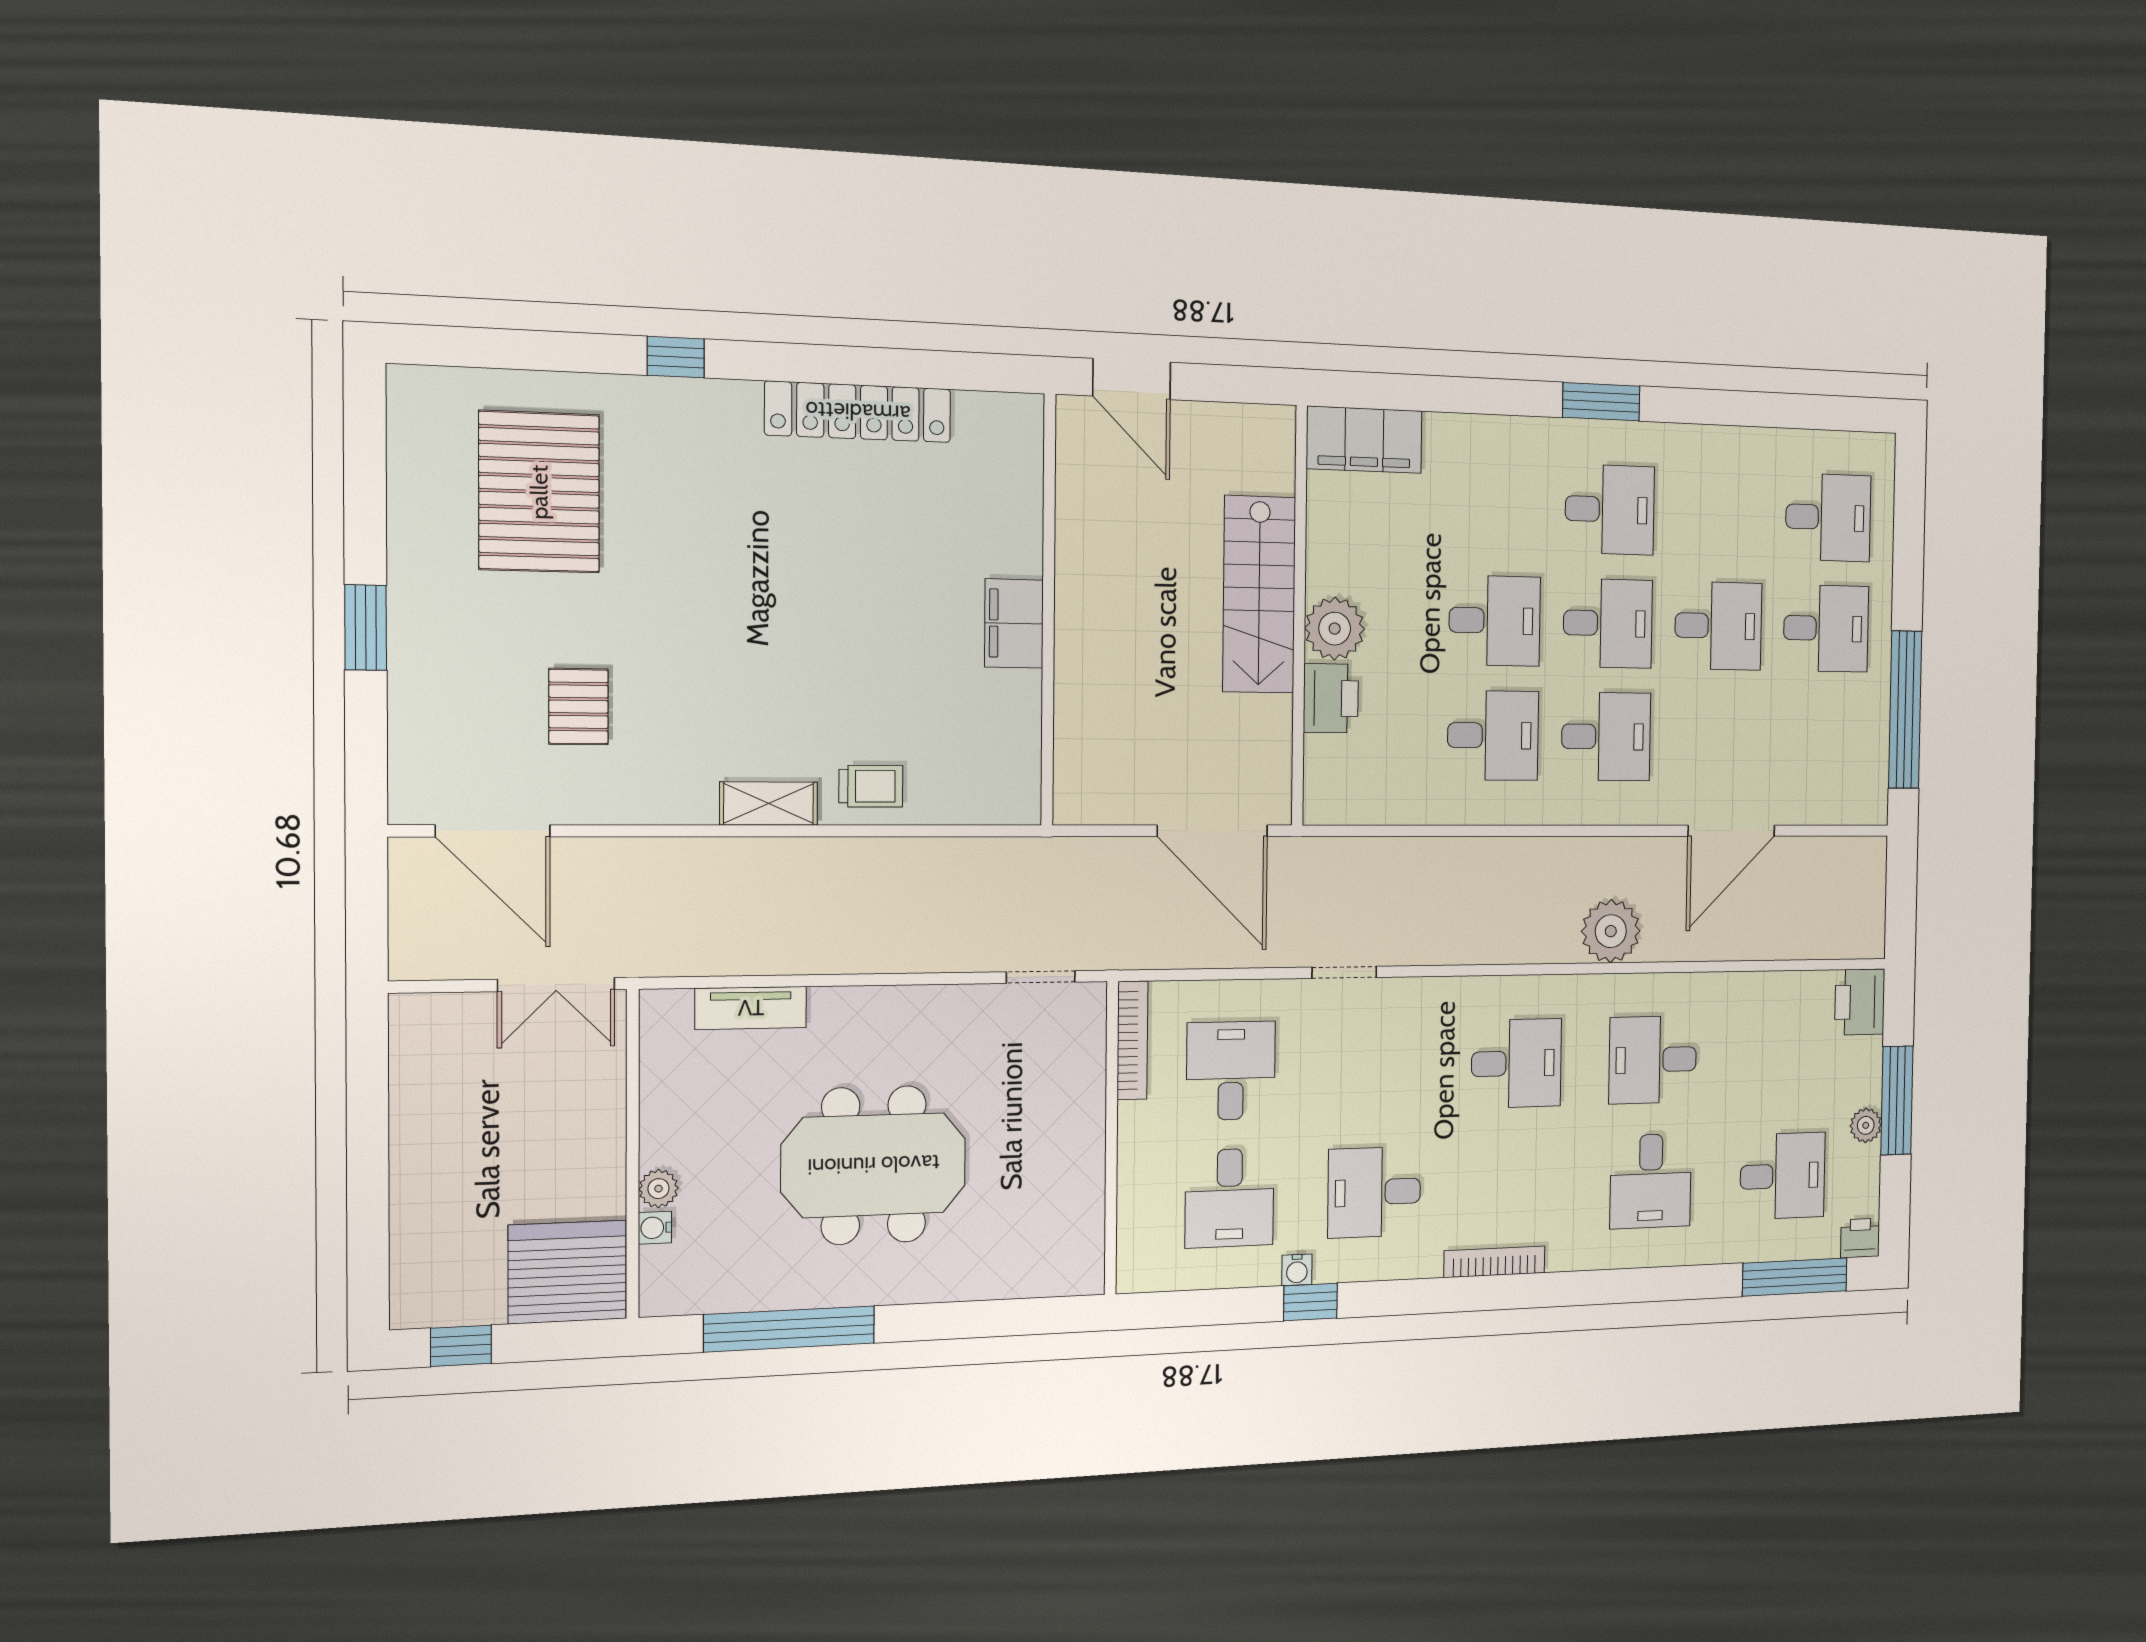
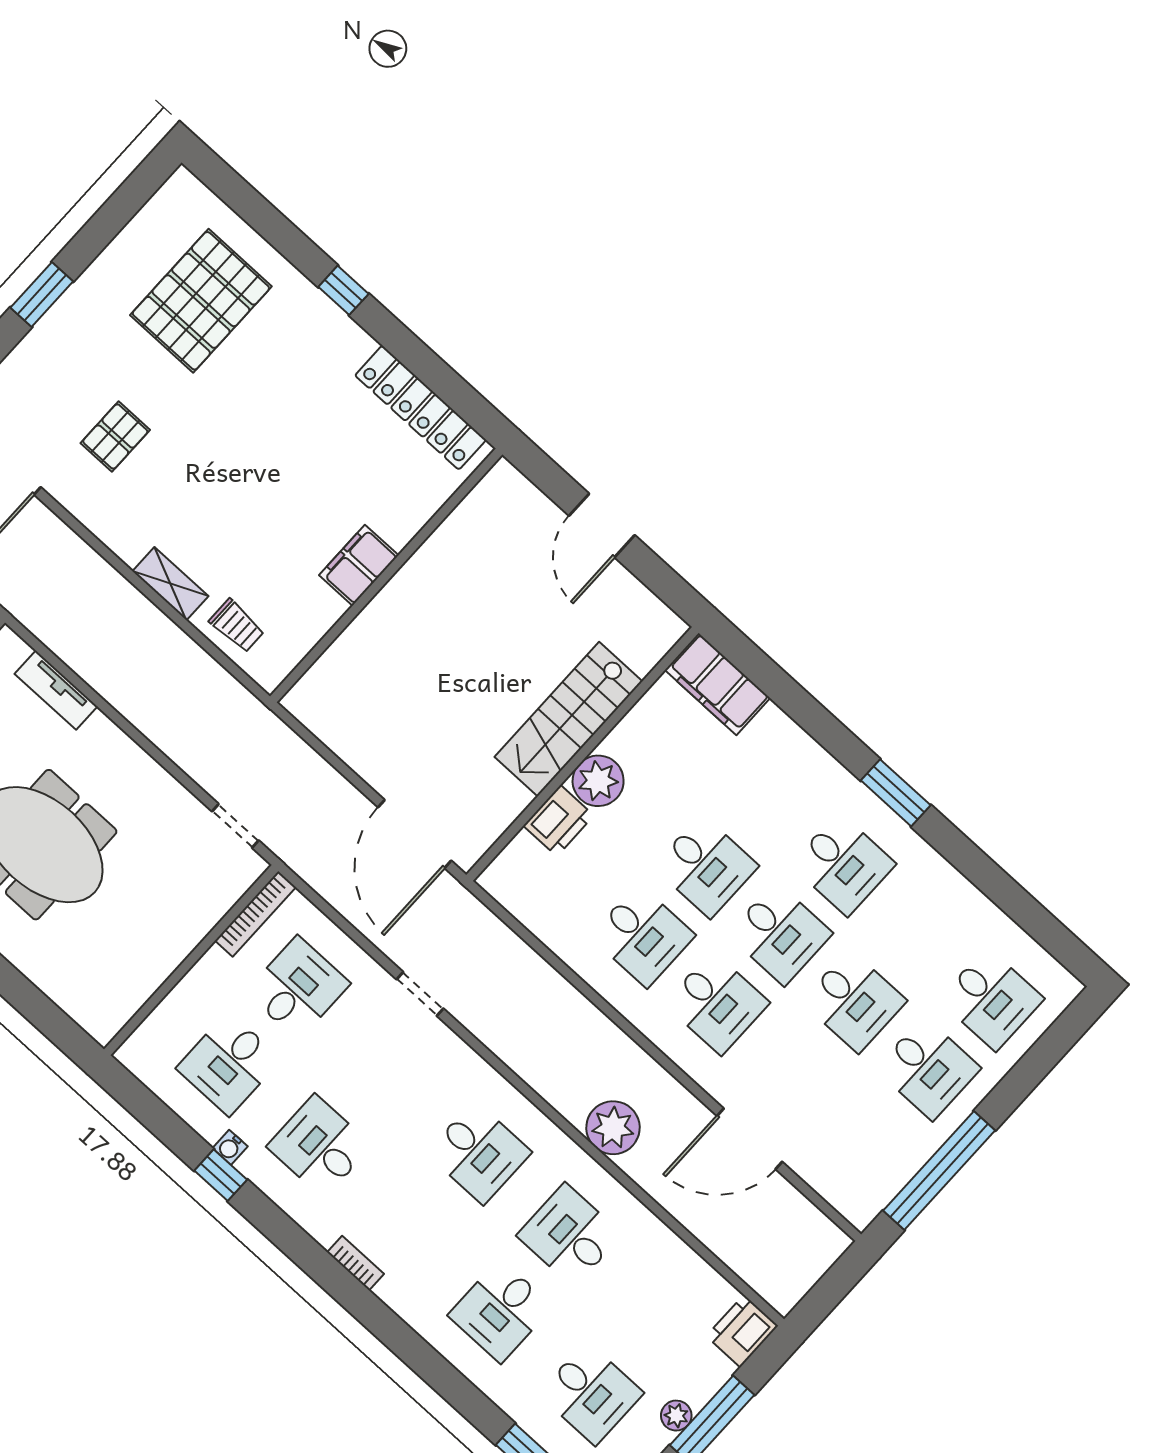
wall: (1048, 610) -> (386, 575), moved
filing cabinet: (1014, 623) -> (359, 565), moved
bookcase: (1494, 1262) -> (356, 1263), width x0.64

